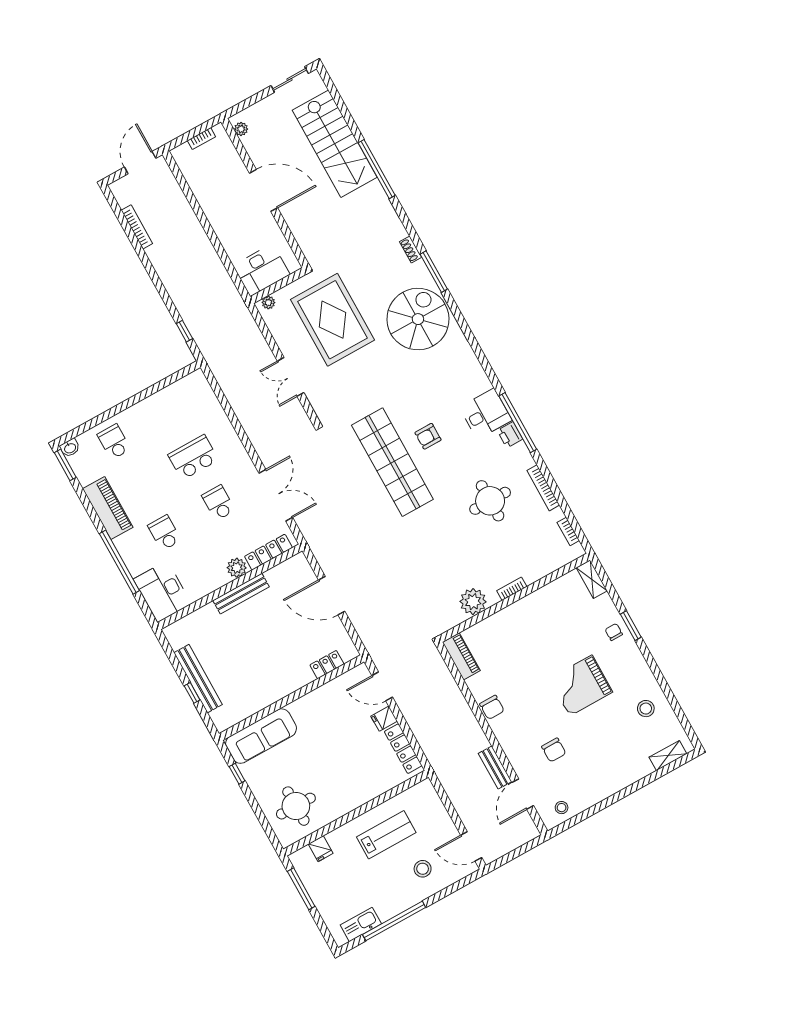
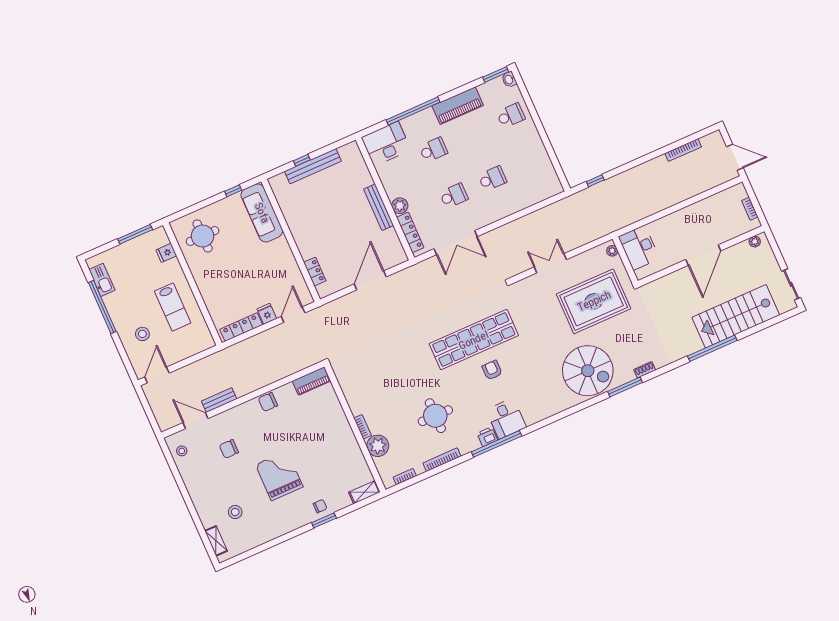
school desk: (193, 457) -> (492, 179), width x0.54
plant: (473, 602) -> (378, 446), moved
stool: (646, 709) -> (235, 512), moved

